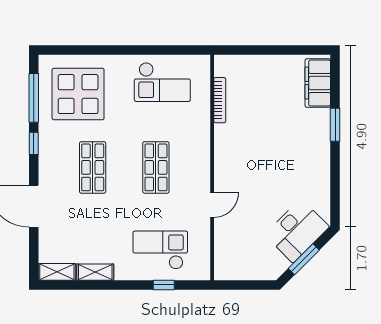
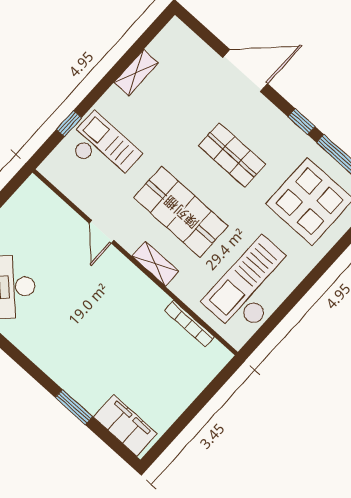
checkout: (162, 82) -> (252, 287), width x1.36, depth x1.21
shop shelf: (156, 167) -> (181, 212), width x1.43, depth x1.36
checkout: (160, 250) -> (103, 149), turned -90
shelving: (57, 272) -> (155, 264), moved, turned 90

